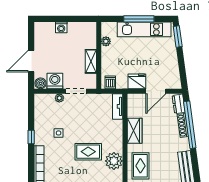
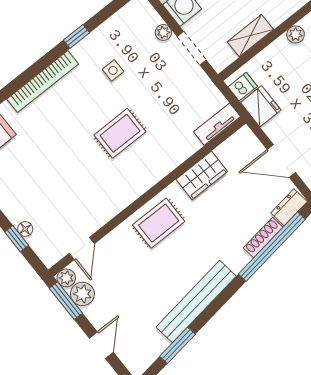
fridge: (137, 81) -> (261, 106), moved
rug: (88, 152) -> (120, 133), turned 90
plant: (114, 161) -> (136, 180), removed

